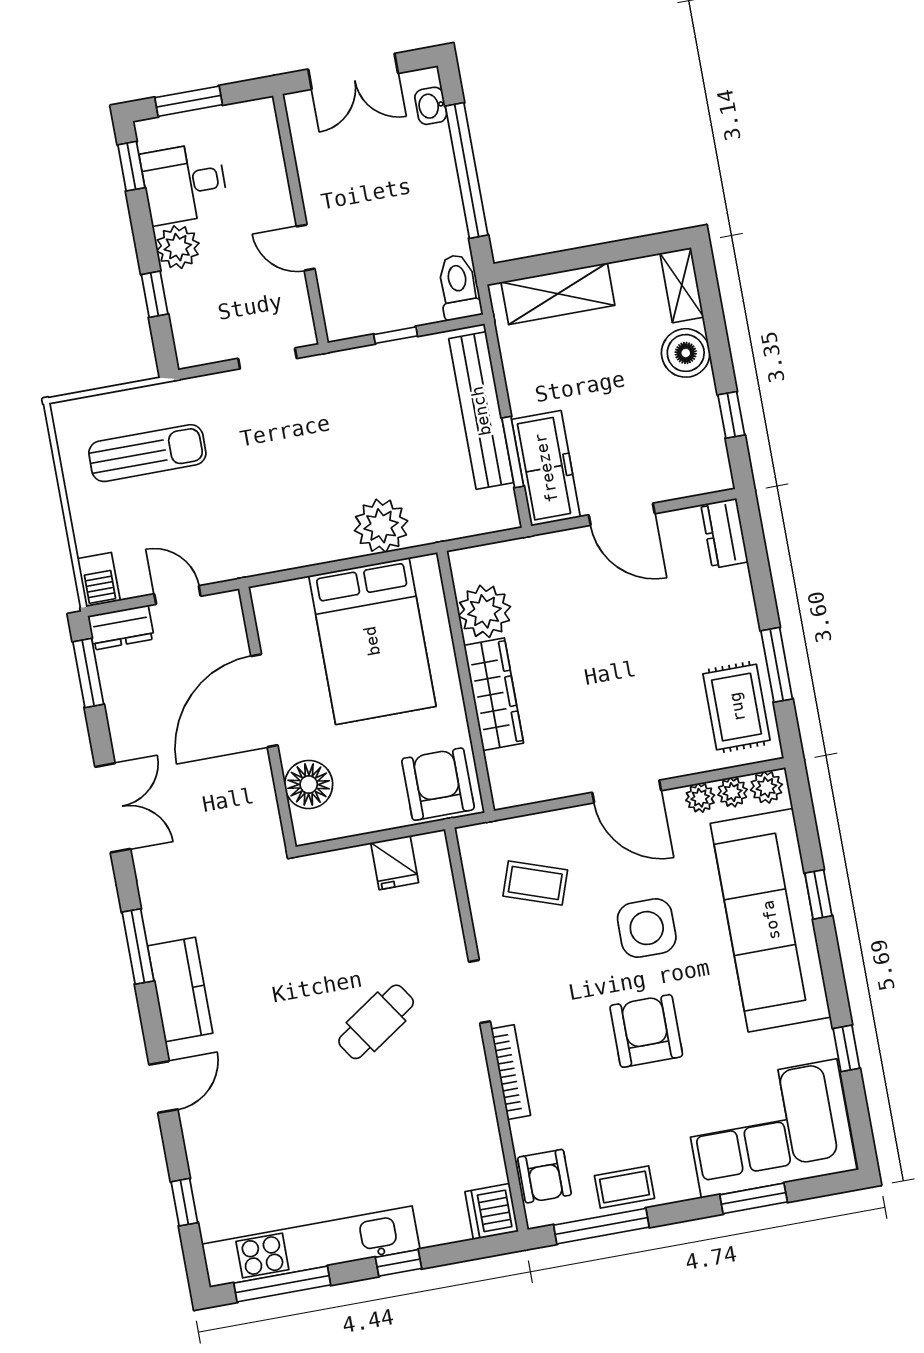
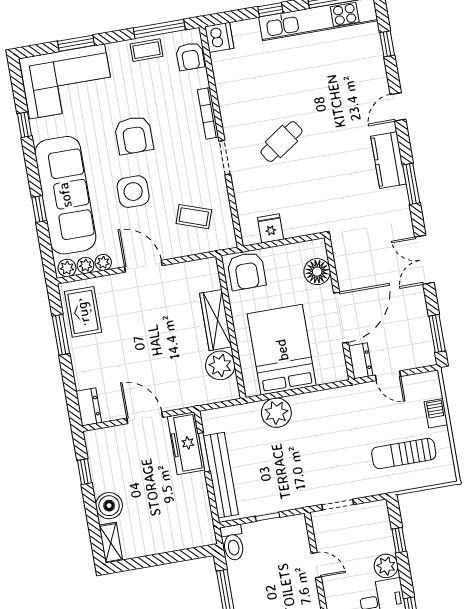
shelving: (558, 294) -> (179, 539), removed
barbecue: (99, 580) -> (436, 413), moved
dresser: (121, 628) -> (361, 361), moved, turned 90
armchair: (544, 1176) -> (190, 56), turned 180

